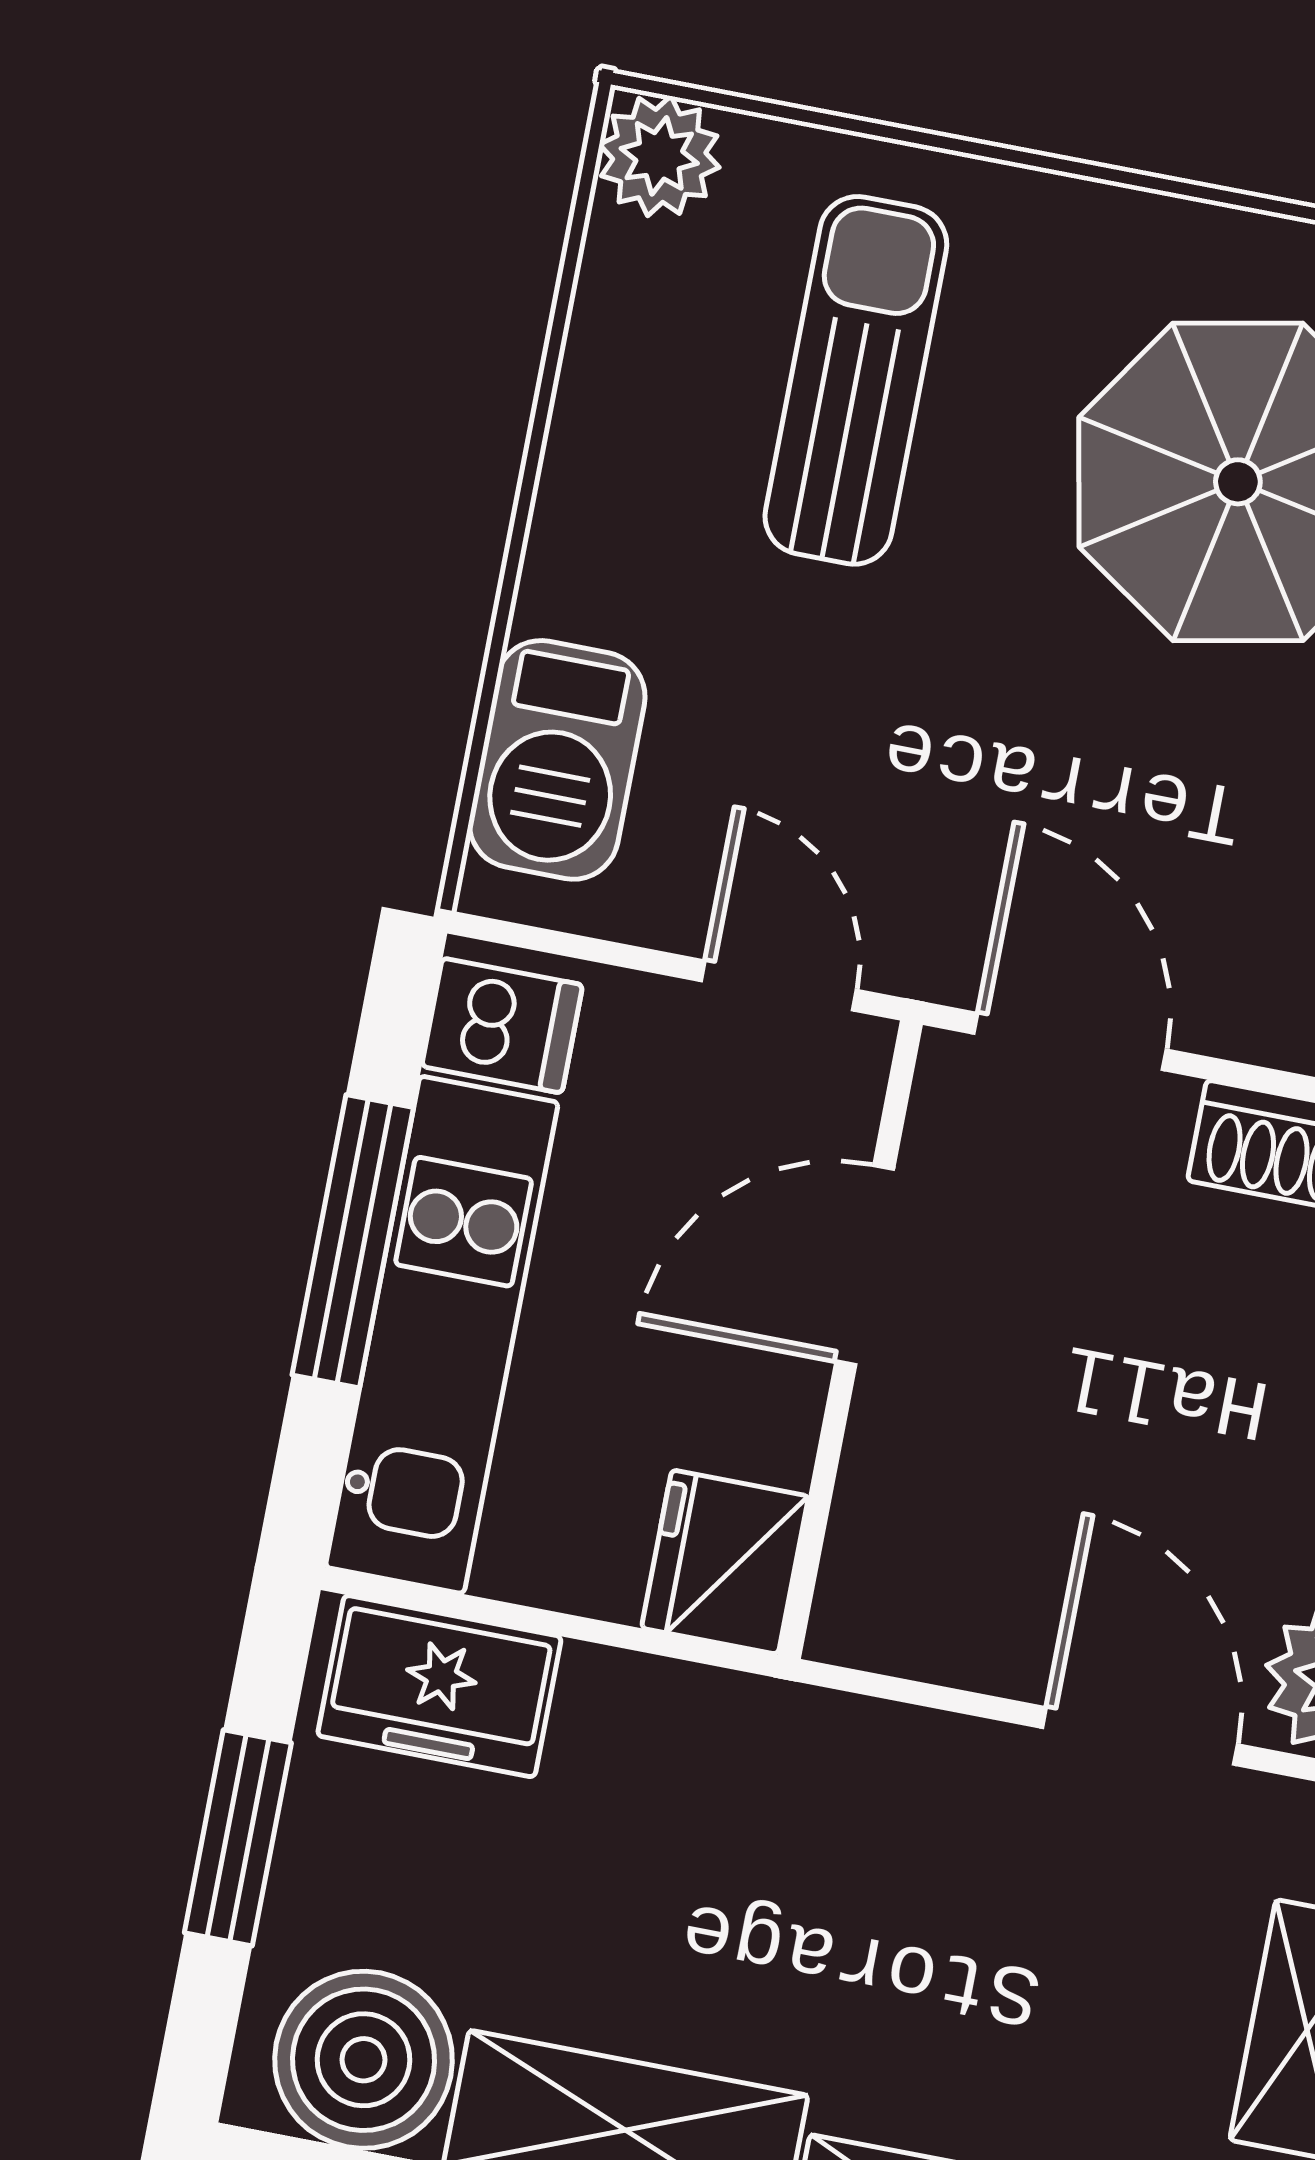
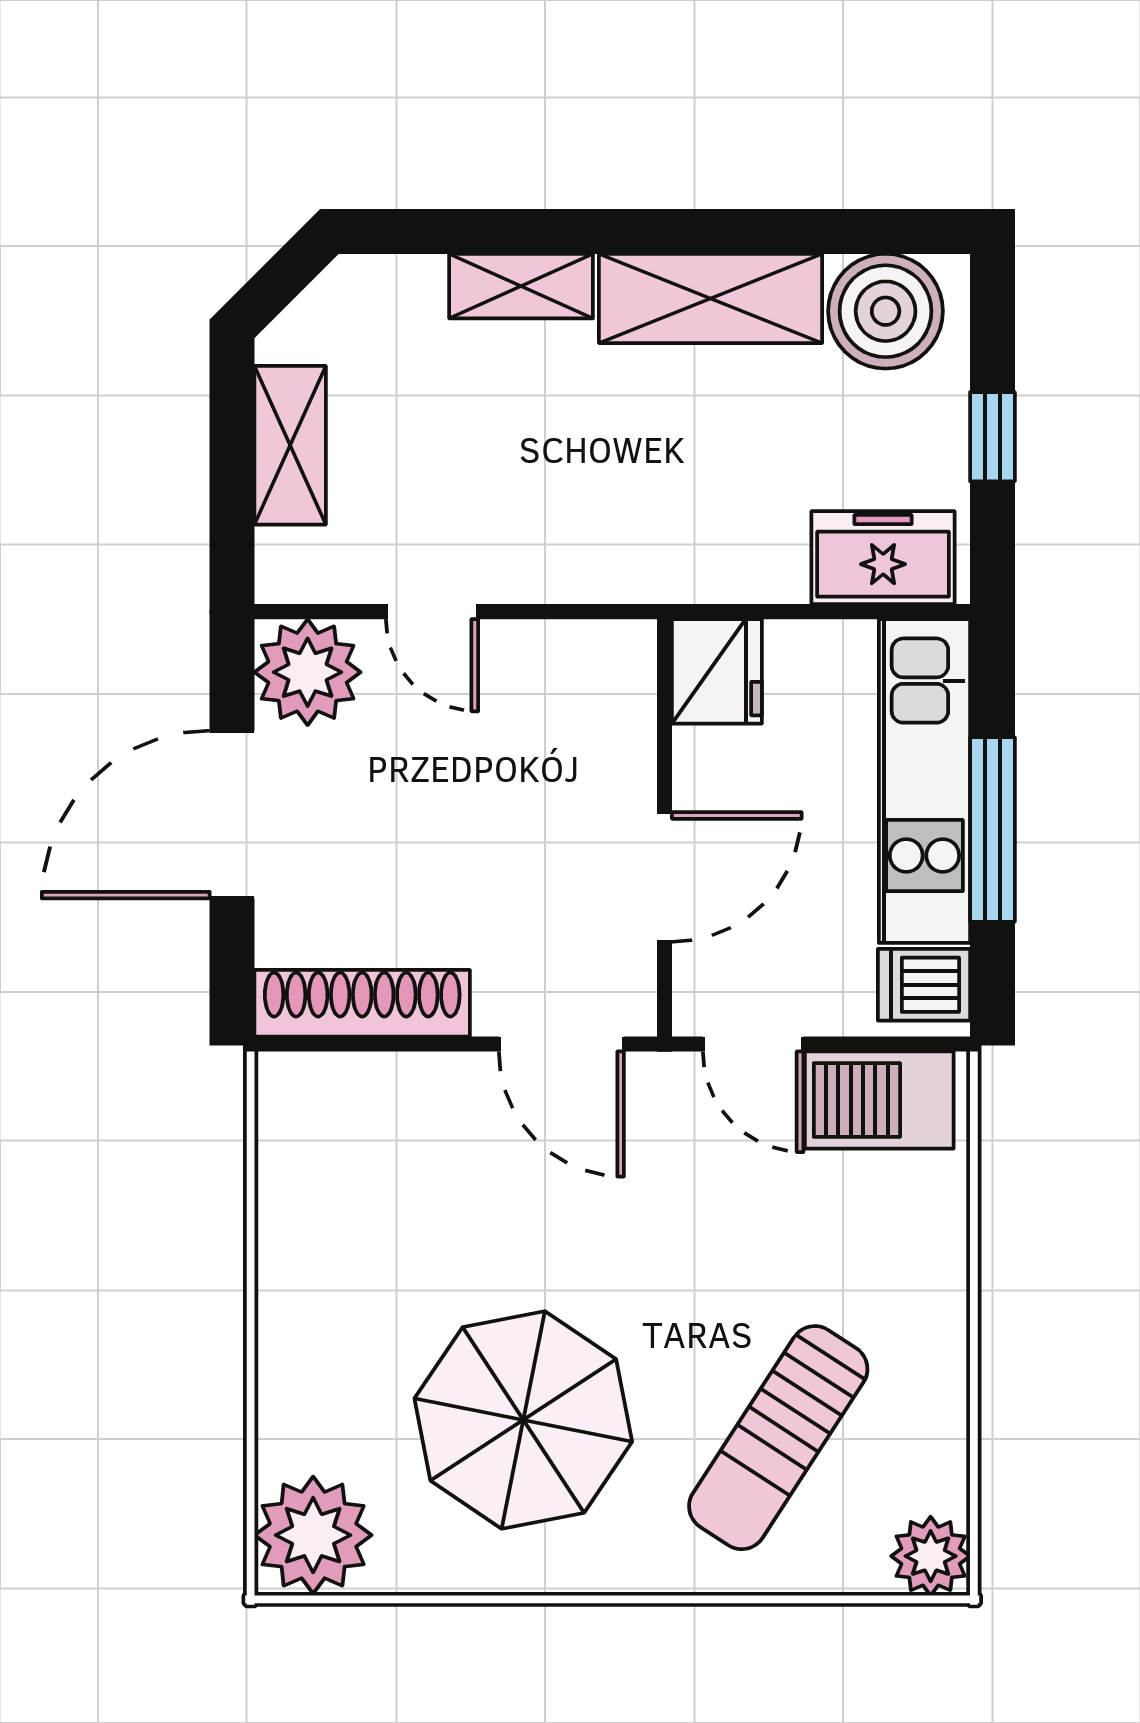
sun lounger: (856, 380) -> (778, 1438), turned 33
barbecue: (557, 760) -> (879, 1100), moved, turned -90
door: (1140, 1736) -> (432, 612), width x0.73
window: (238, 1838) -> (992, 437), width x0.67

